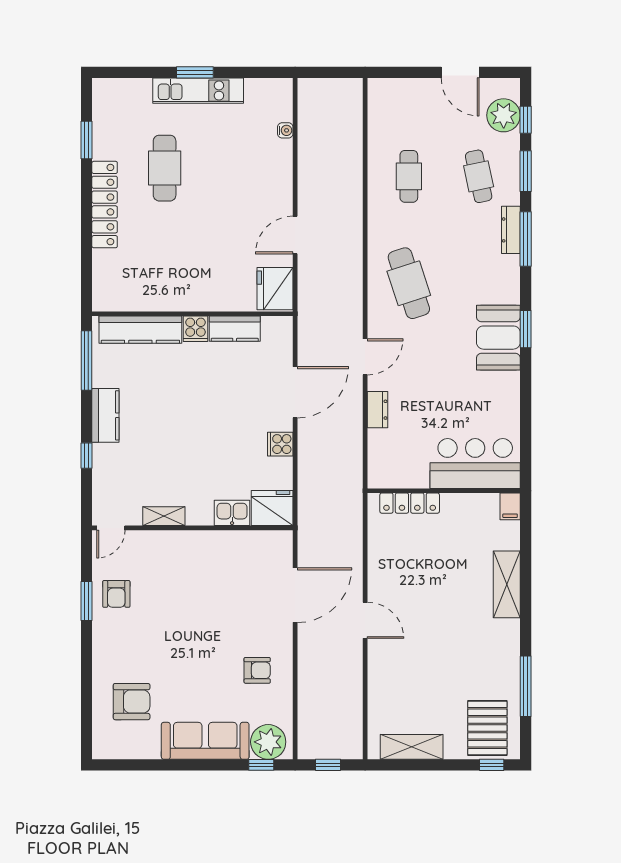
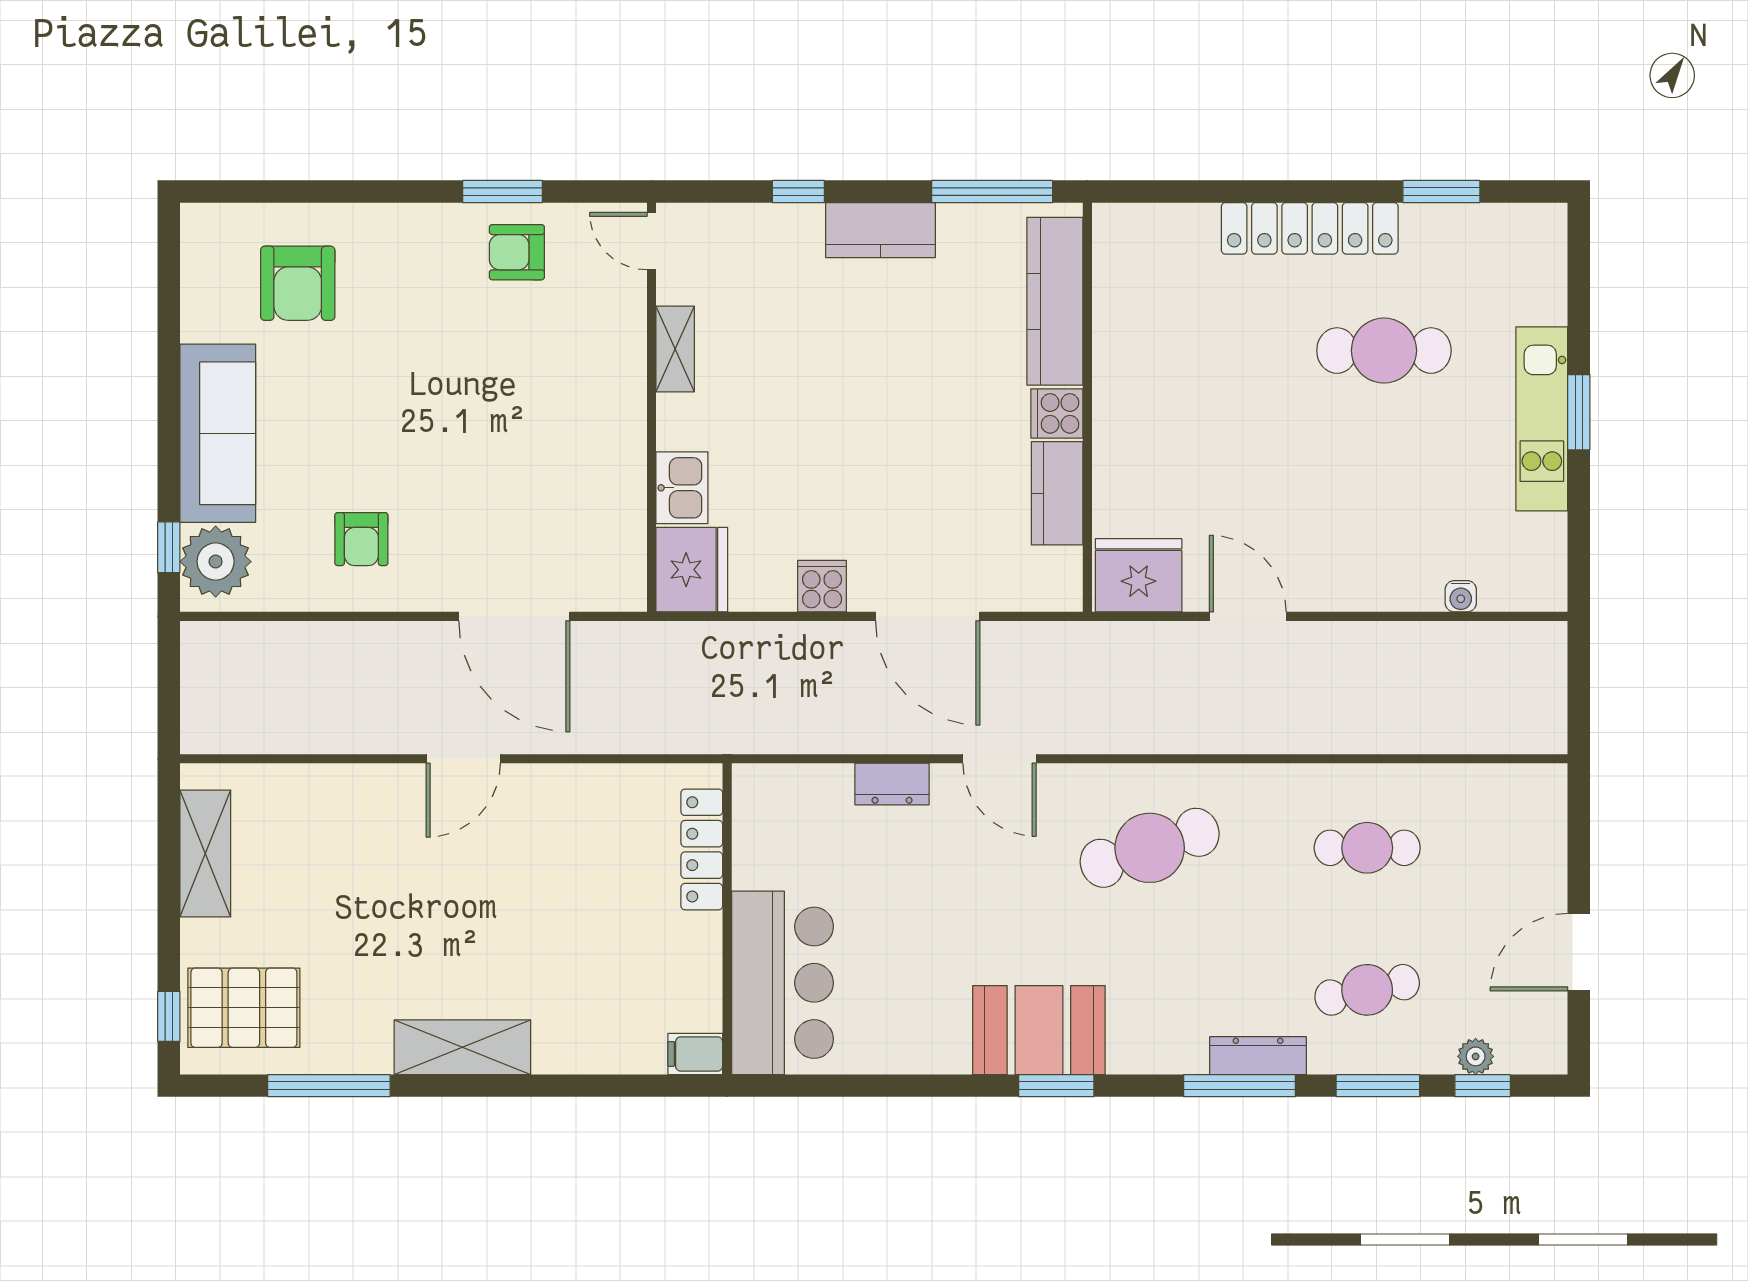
plant: (504, 115) -> (1476, 1056), width x0.53, depth x0.53
shelving: (507, 584) -> (462, 1047), moved
window: (328, 765) -> (169, 683), removed

